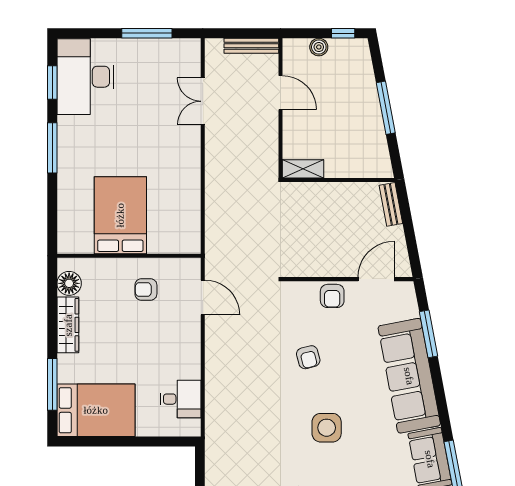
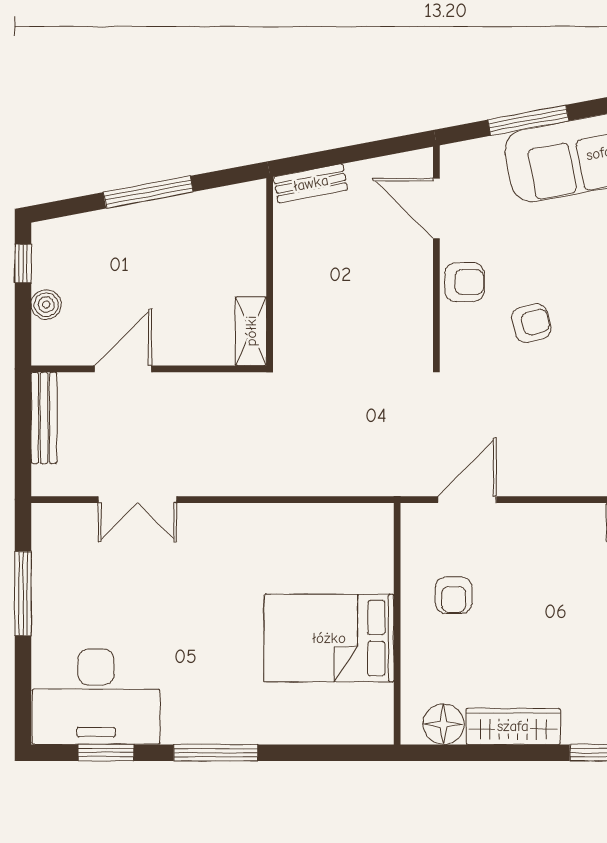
armchair: (308, 357) -> (531, 323), moved

